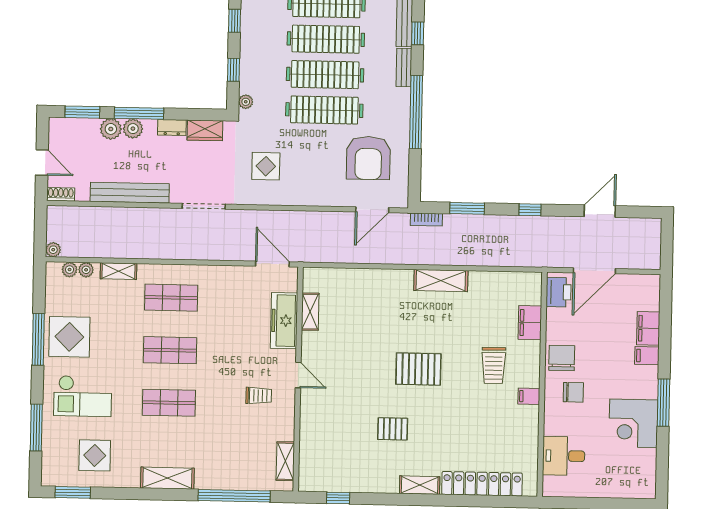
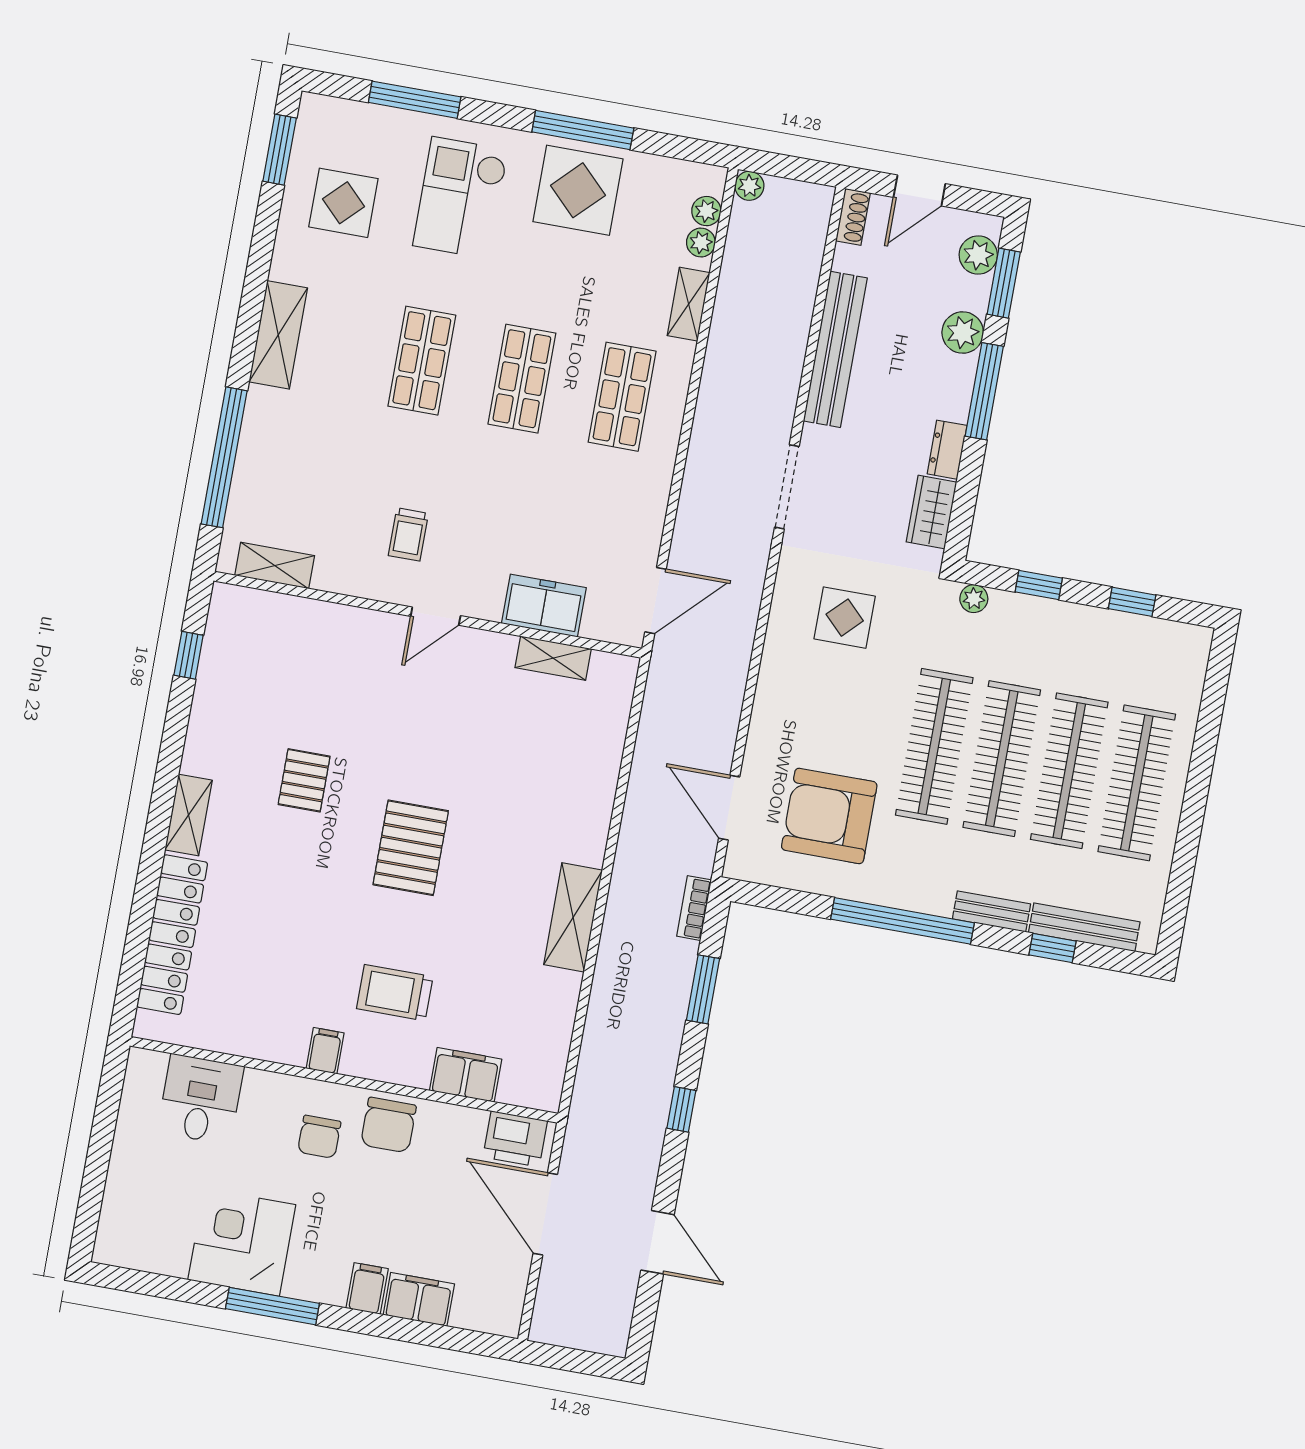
plant: (133, 129) -> (978, 255), moved
freezer: (284, 321) -> (544, 606), width x0.71
chair: (562, 358) -> (388, 1125), turned 90

